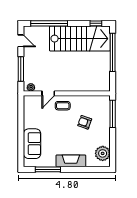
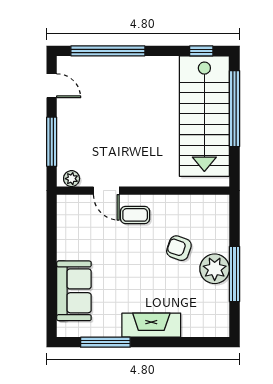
stairs: (80, 39) -> (204, 116), moved, turned 90
door: (48, 93) -> (106, 191), hinge flipped
window: (113, 114) -> (234, 274), moved
plant: (103, 153) -> (215, 269), moved

